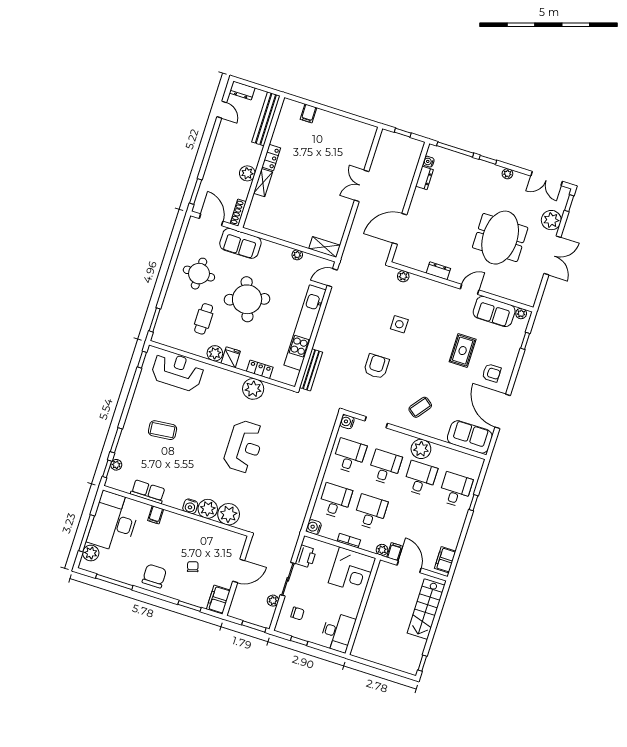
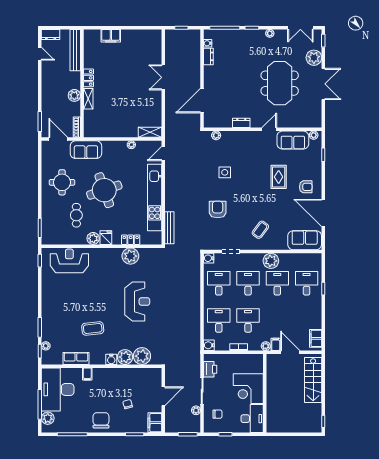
filing cabinet: (309, 113) -> (111, 36), width x2.00
coffee table: (163, 430) -> (93, 328), moved
corner desk: (352, 571) -> (248, 389), moved, turned 90

